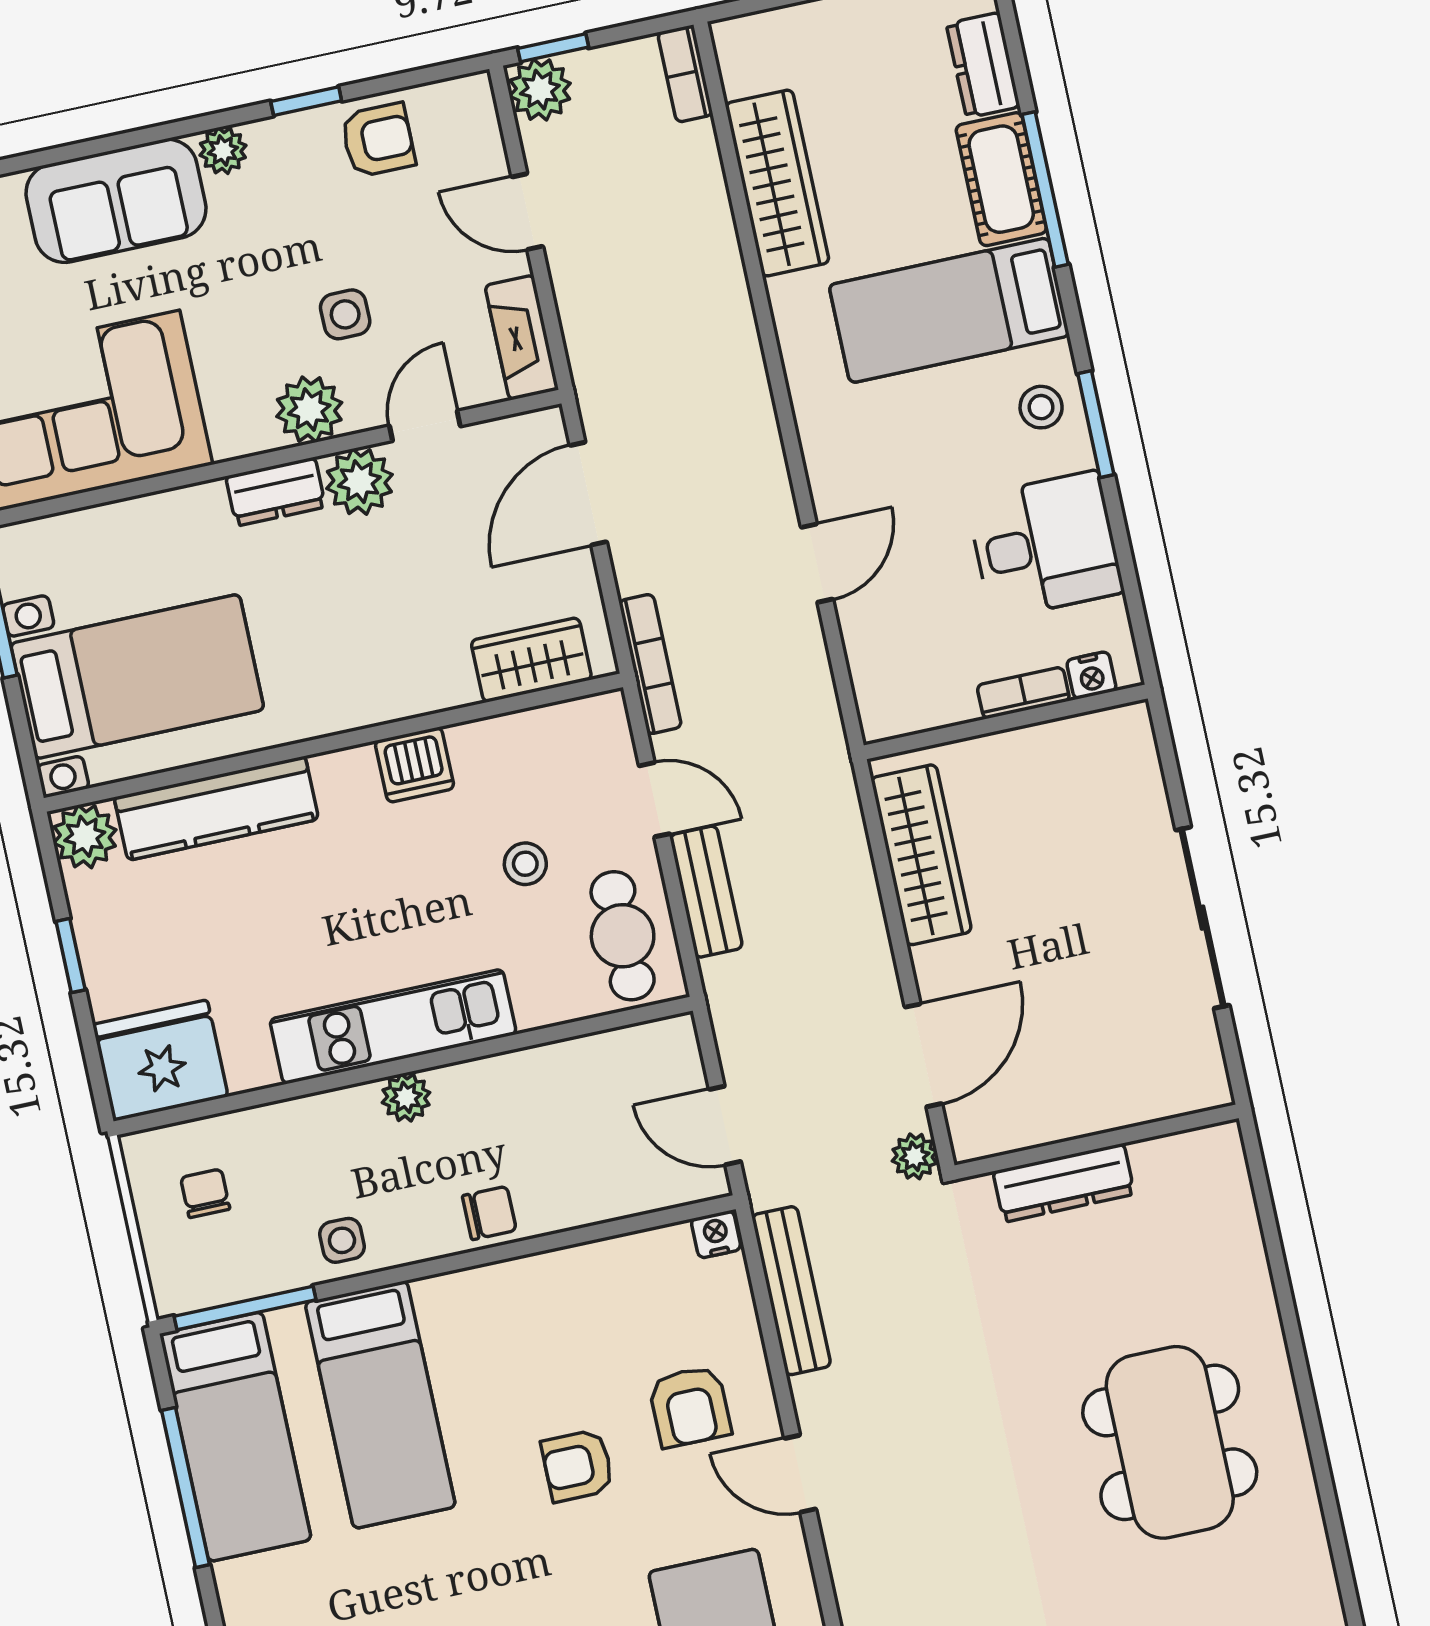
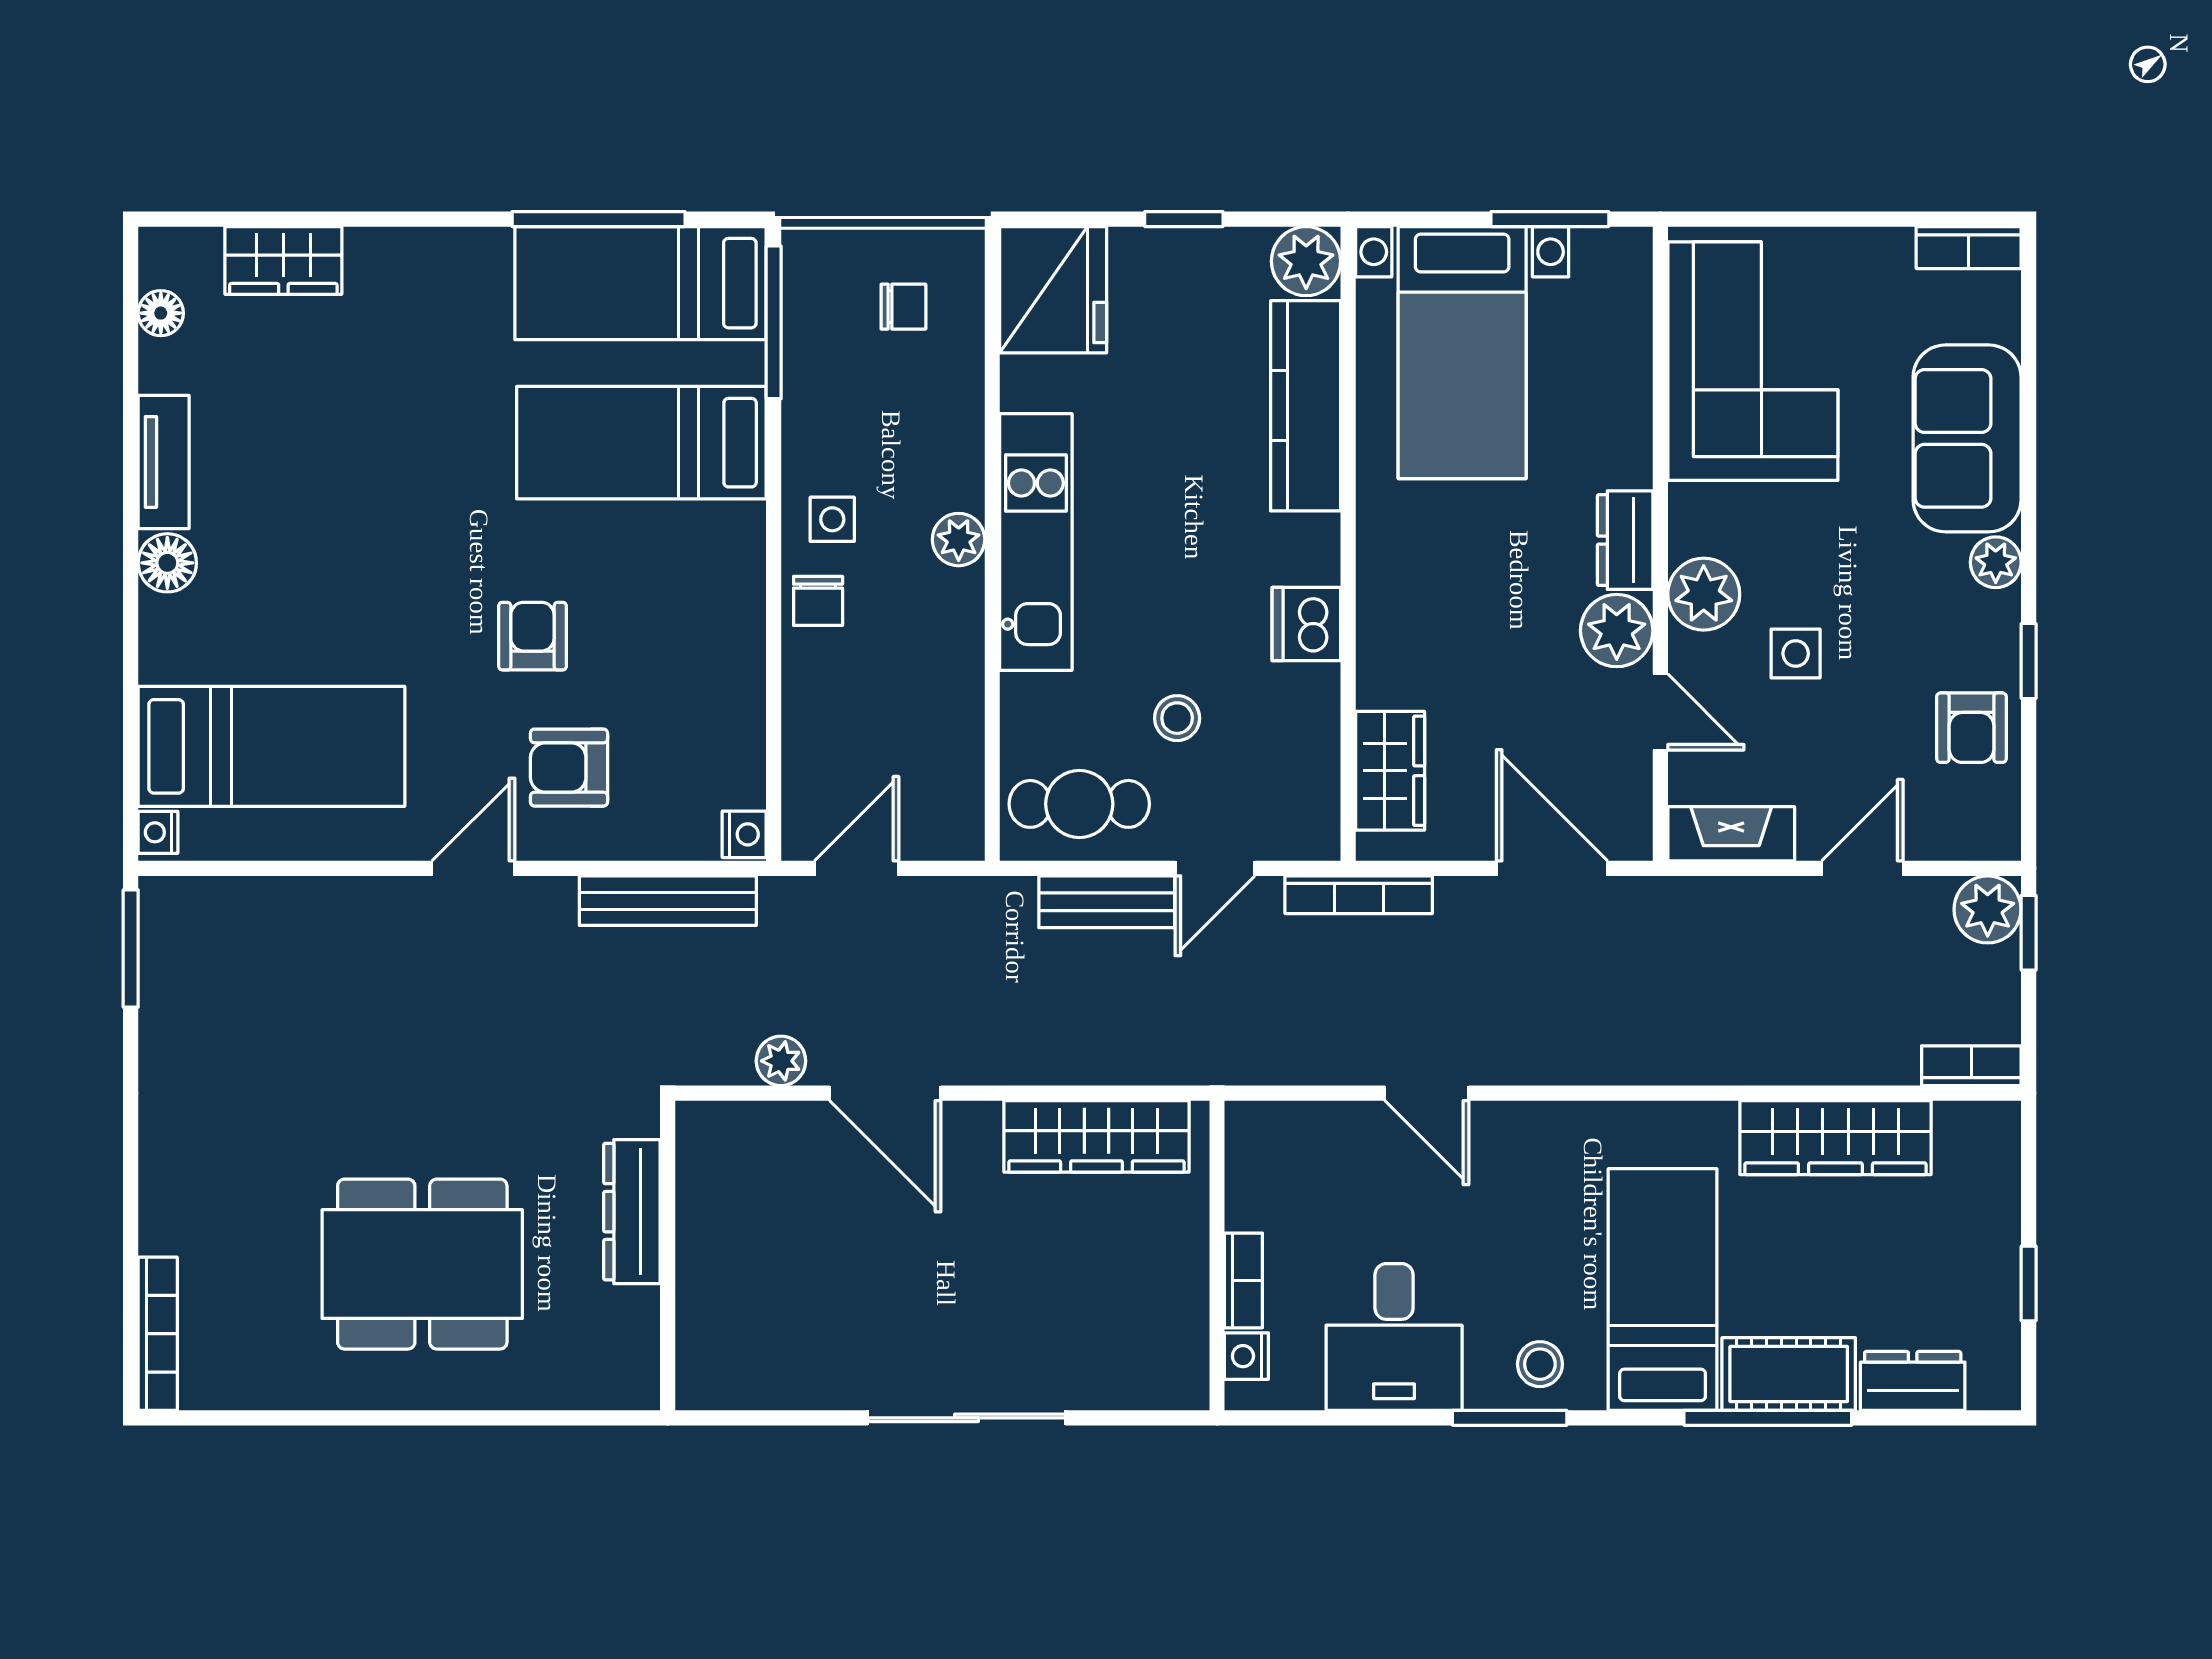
wall: (1097, 1142) -> (668, 1255), moved
dresser: (1064, 1183) -> (632, 1212), moved
side table: (342, 1240) -> (832, 519), moved

